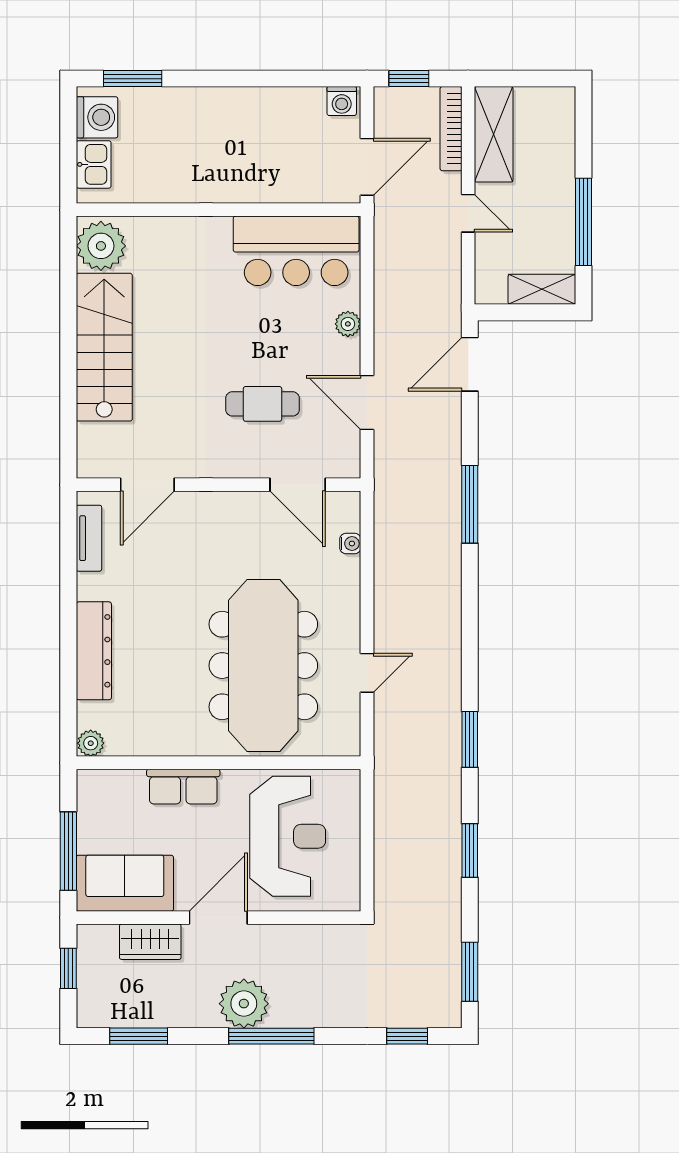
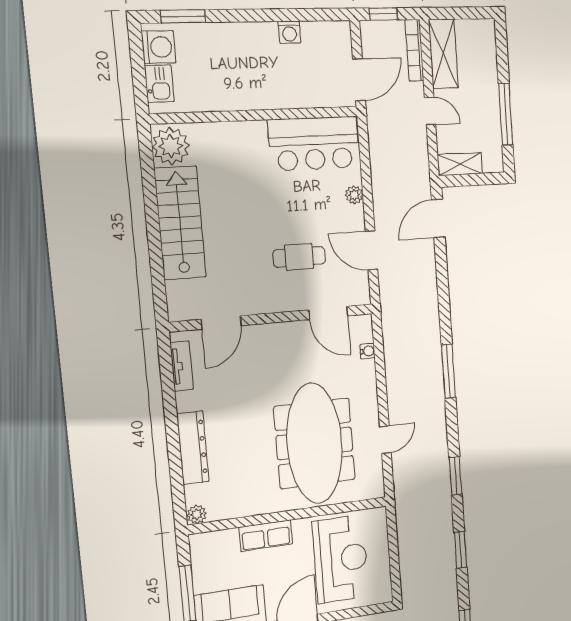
washing machine: (342, 101) -> (289, 32), moved
shelving: (542, 289) -> (460, 164), moved
window: (470, 504) -> (448, 371), moved

